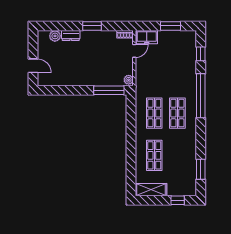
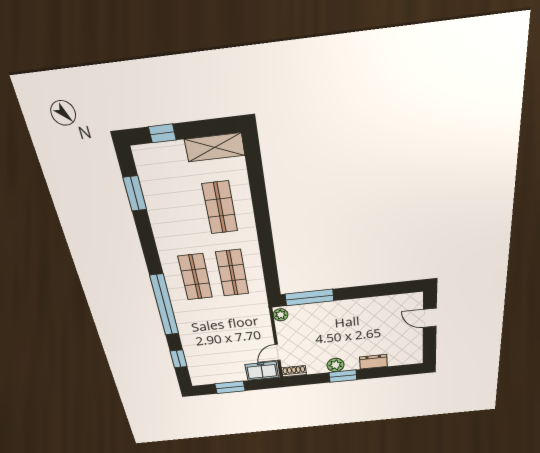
plant: (55, 36) -> (336, 365), moved

